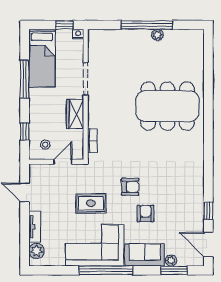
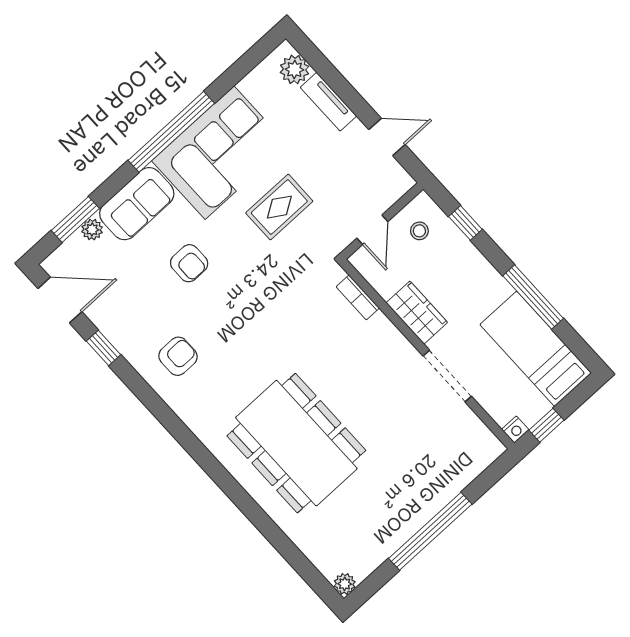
plant: (157, 35) -> (345, 584), moved
dining table: (167, 106) -> (296, 443), turned 90
armchair: (130, 187) -> (178, 356), moved, turned 180

